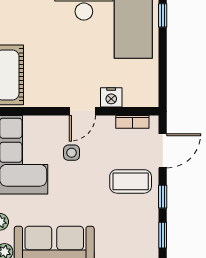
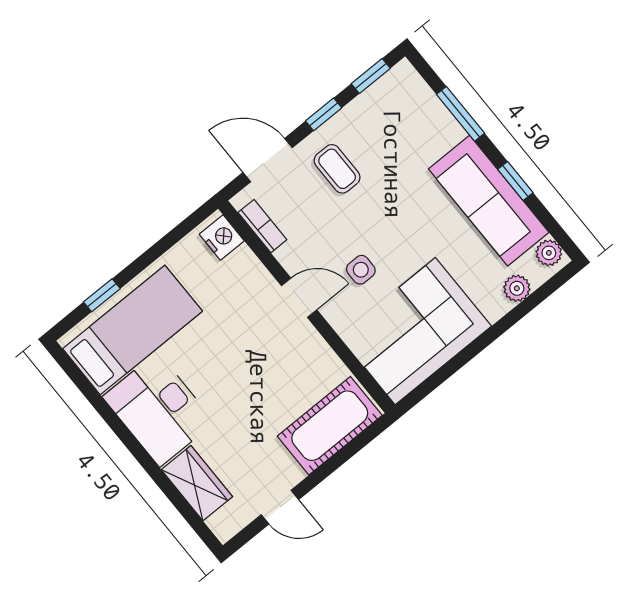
nightstand: (111, 97) -> (222, 237), moved
coffee table: (131, 181) -> (337, 169), width x0.73, depth x0.77

